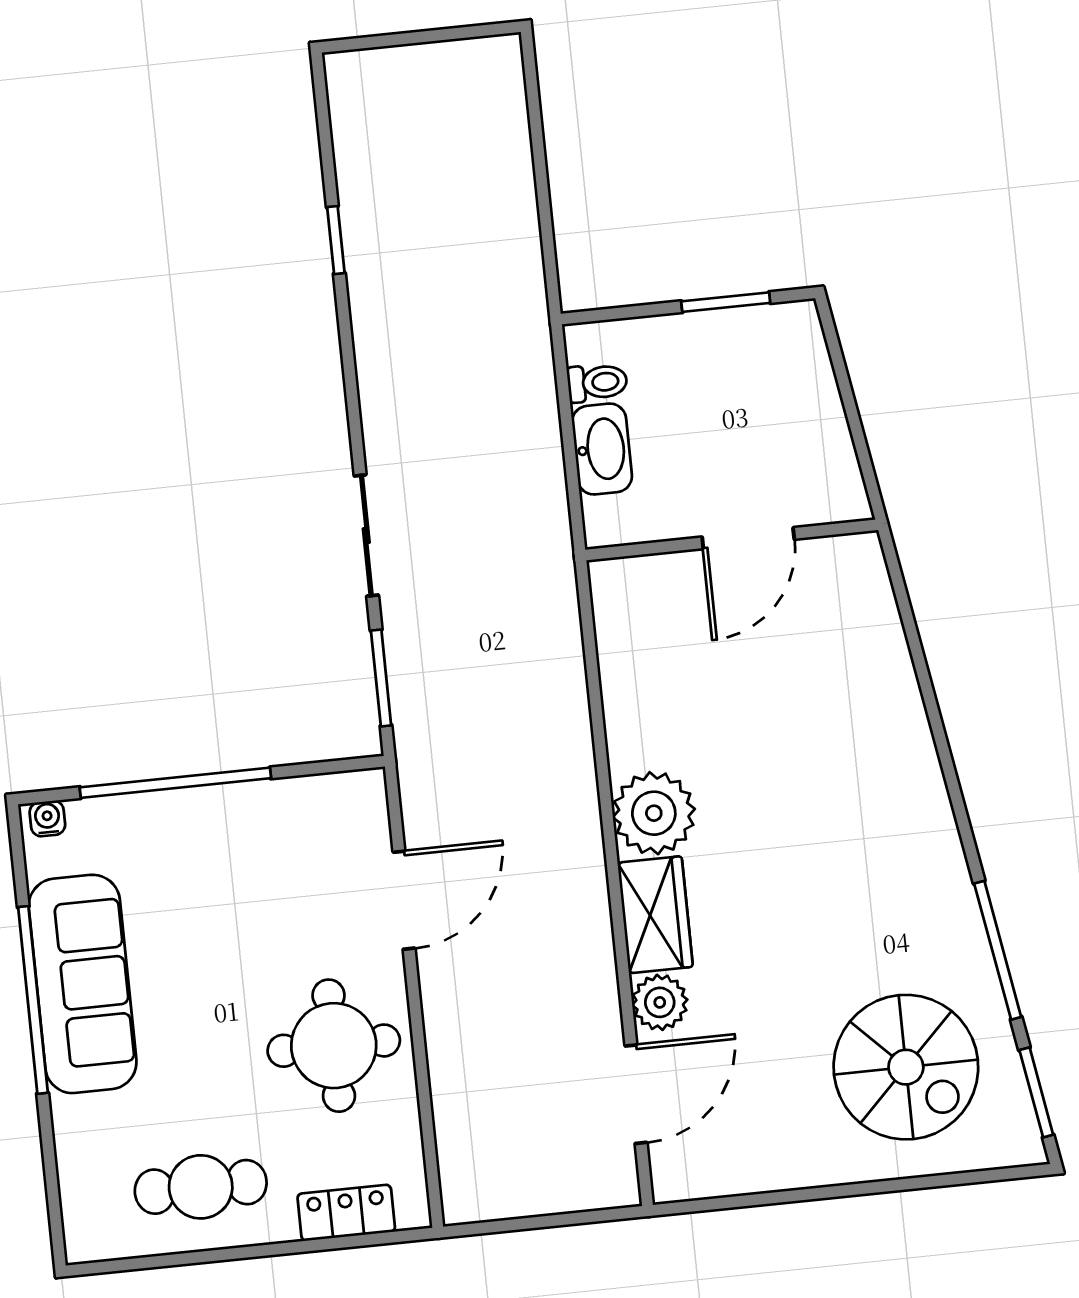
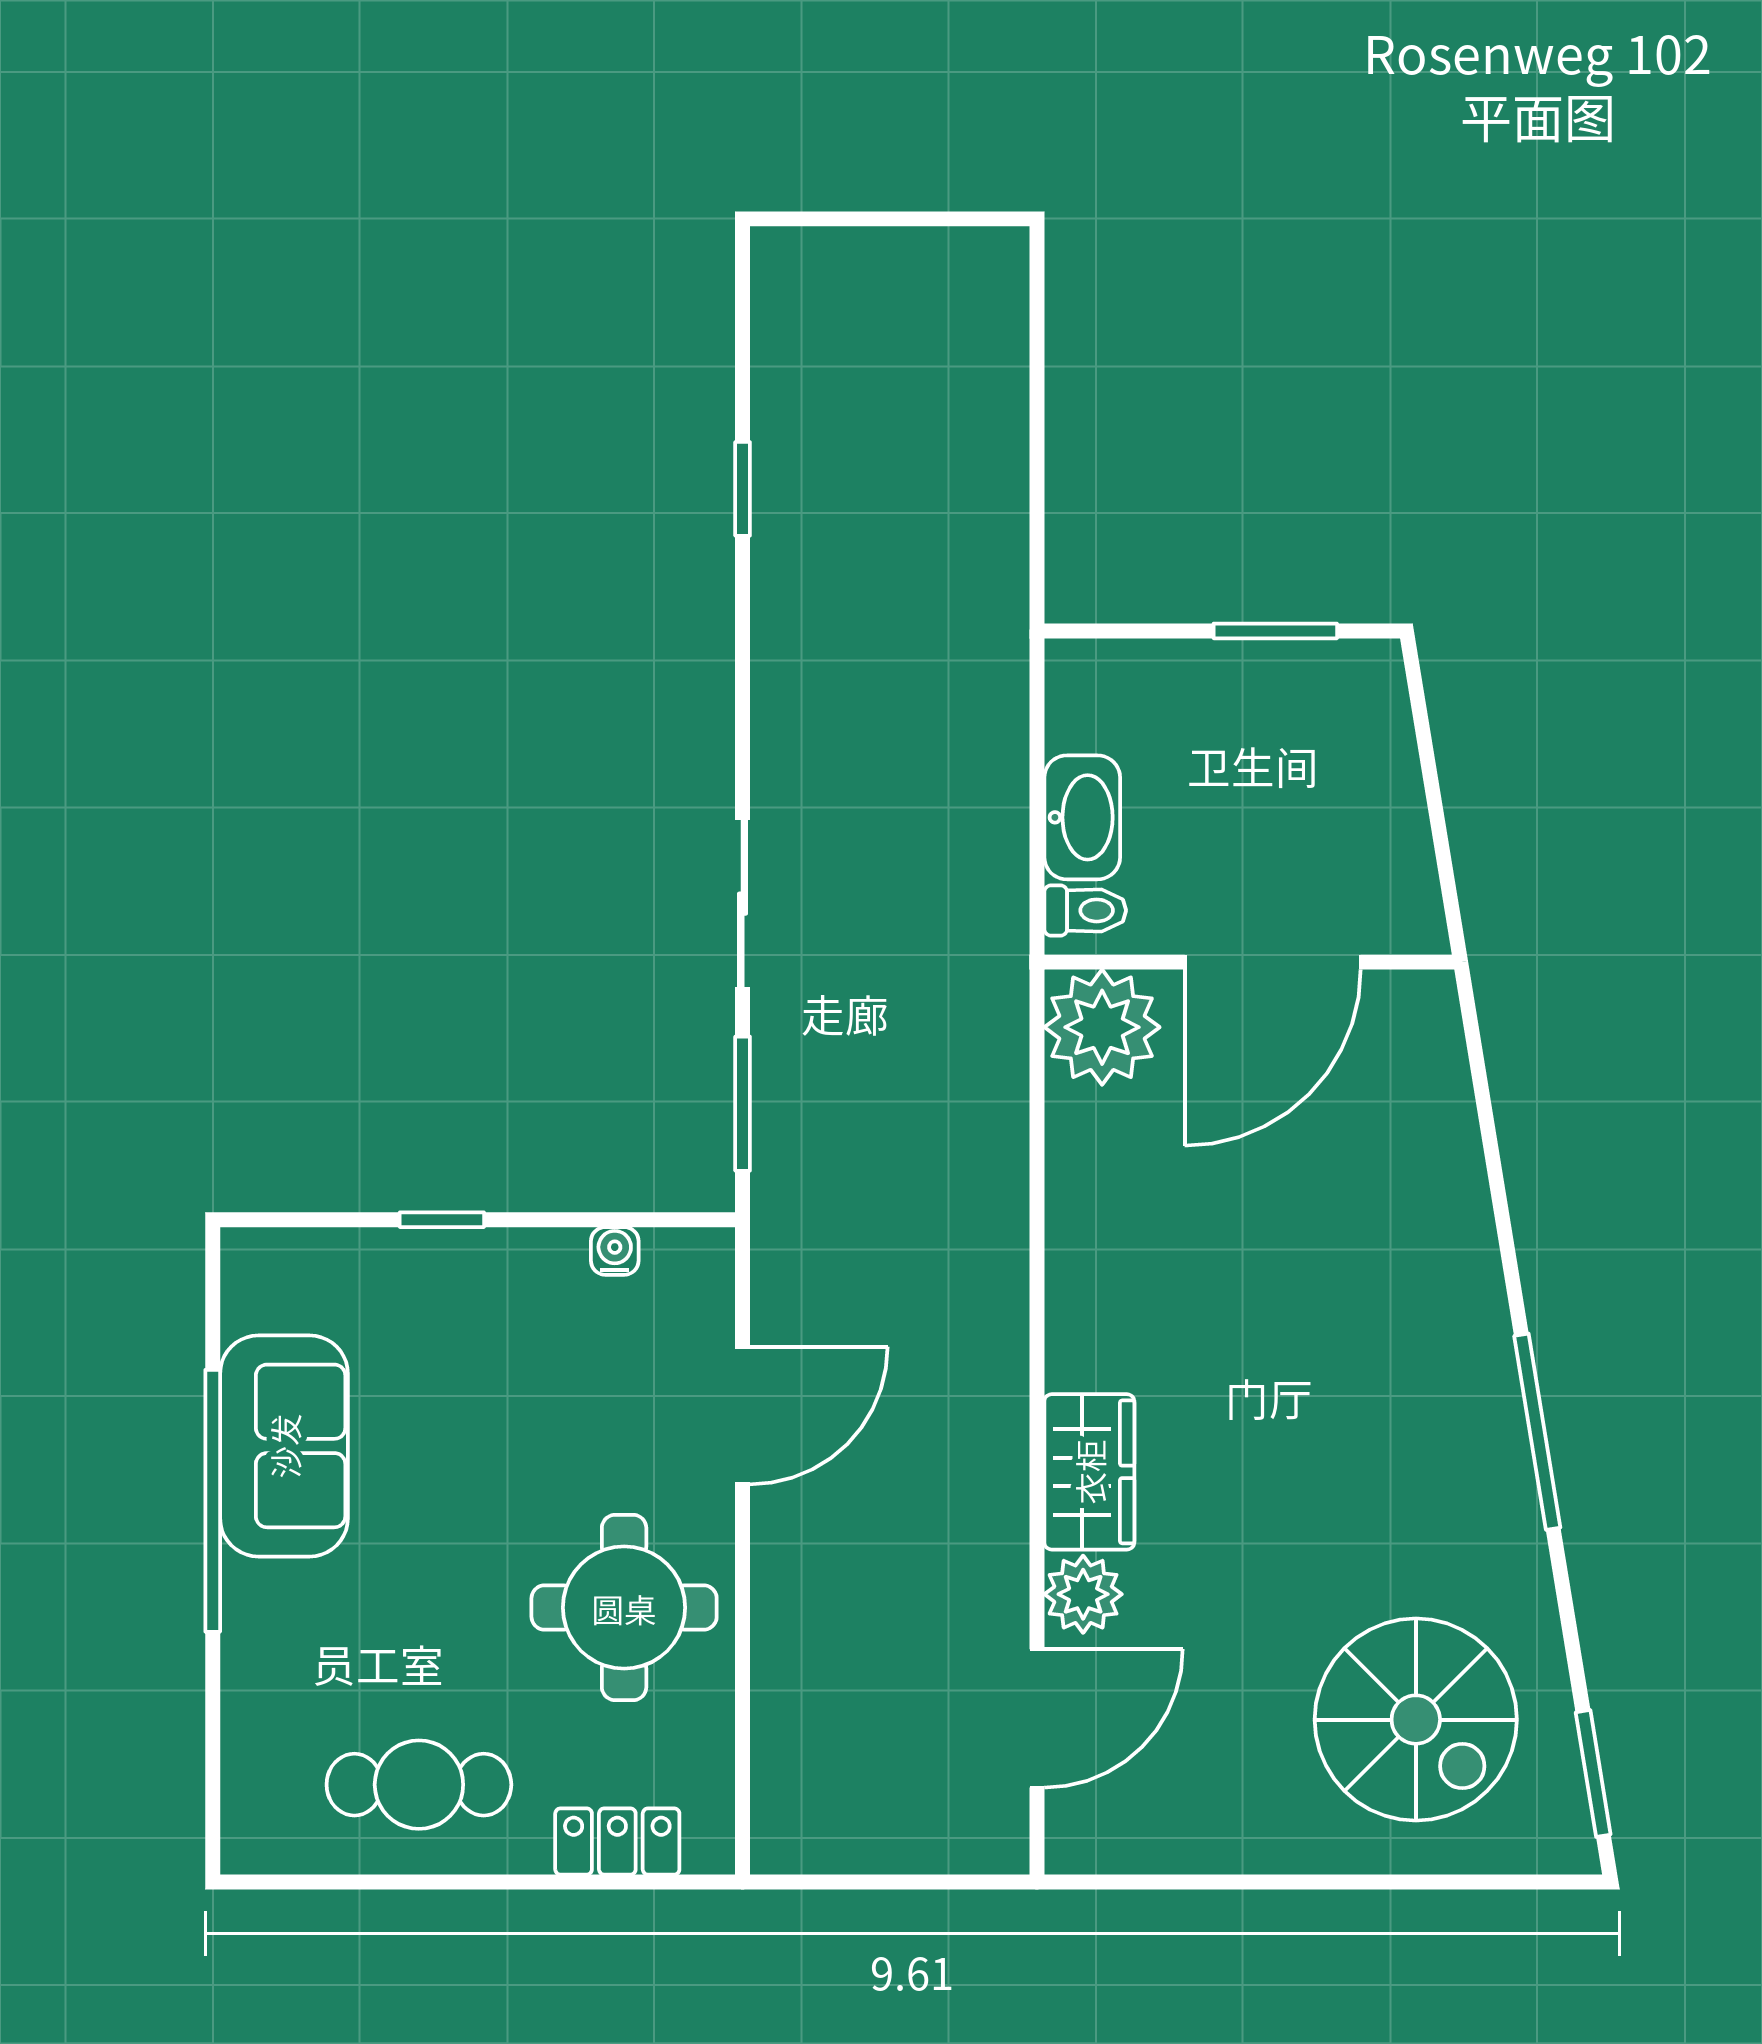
toilet: (597, 383) -> (1085, 910), moved
door: (748, 538) -> (1273, 962), width x1.36
window: (175, 783) -> (442, 1220), width x0.32
plant: (654, 813) -> (1102, 1027), moved
water cooler: (47, 819) -> (615, 1251), moved
window: (998, 950) -> (1537, 1432), moved
sofa: (83, 984) -> (284, 1446), width x0.73

